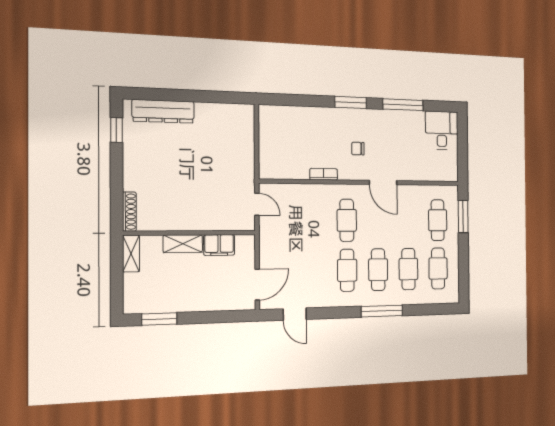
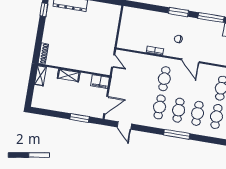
filing cabinet: (219, 245) -> (100, 82), moved
window: (159, 319) -> (79, 118), moved

